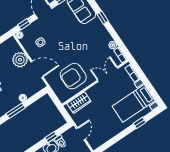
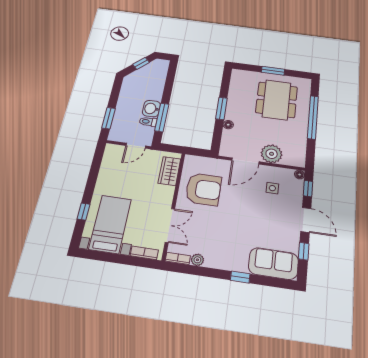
armchair: (73, 76) -> (203, 189), turned 90
door: (81, 134) -> (136, 146), hinge flipped
window: (51, 137) -> (162, 117), width x2.17

